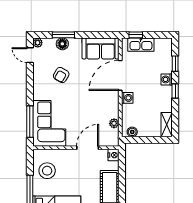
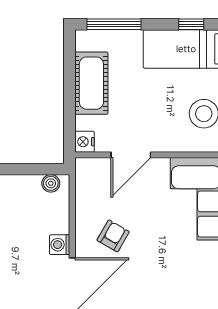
armchair: (61, 75) -> (113, 236), moved
plant: (114, 123) -> (83, 199), removed

